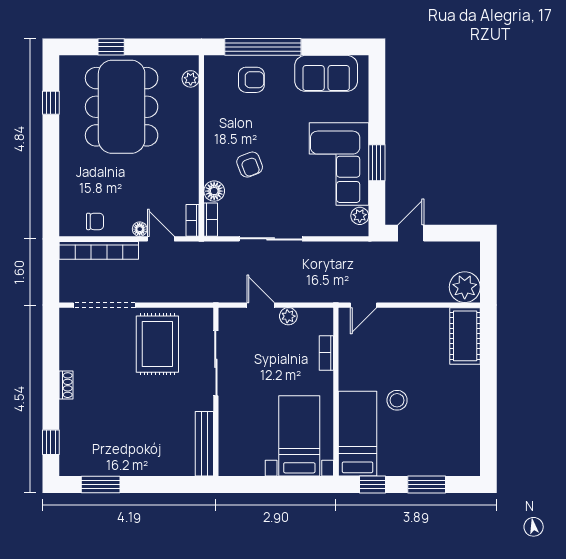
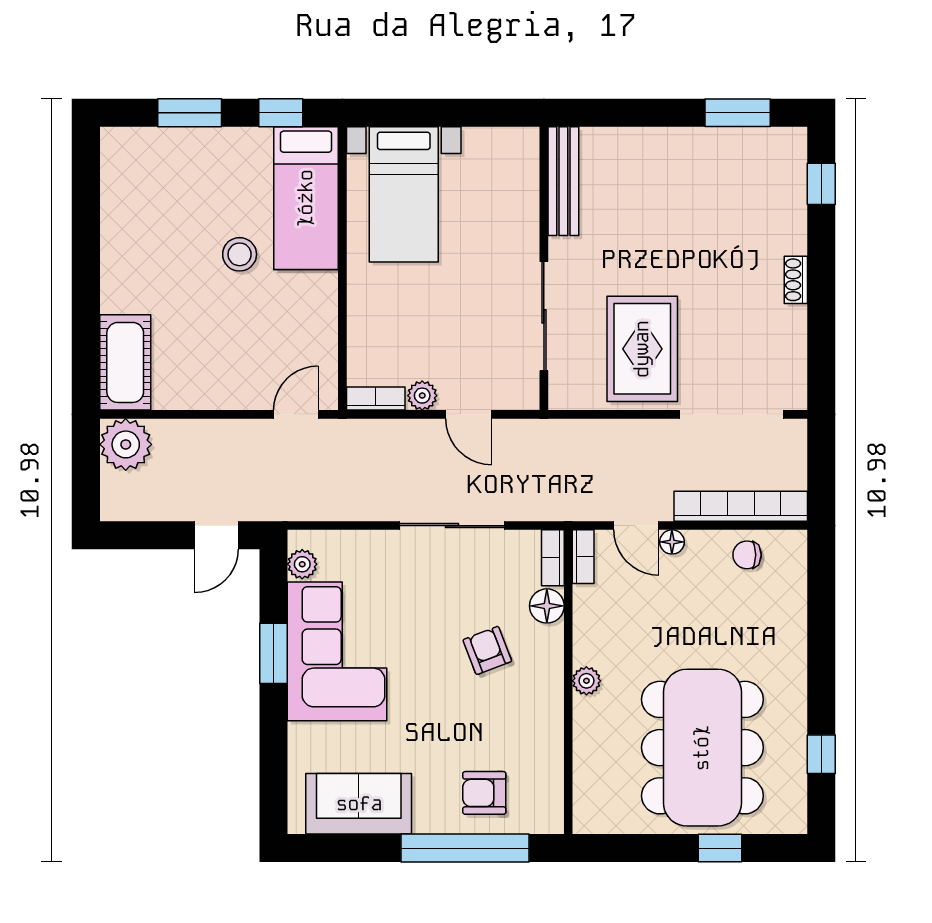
plant: (191, 79) -> (586, 681), moved
bookcase: (326, 353) -> (376, 399), moved, turned -90

